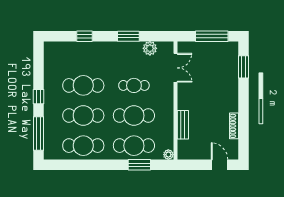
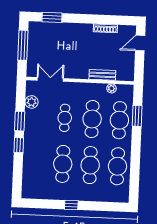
window: (84, 36) -> (19, 145), moved
window: (39, 134) -> (105, 206), removed
plant: (168, 155) -> (111, 88), moved

